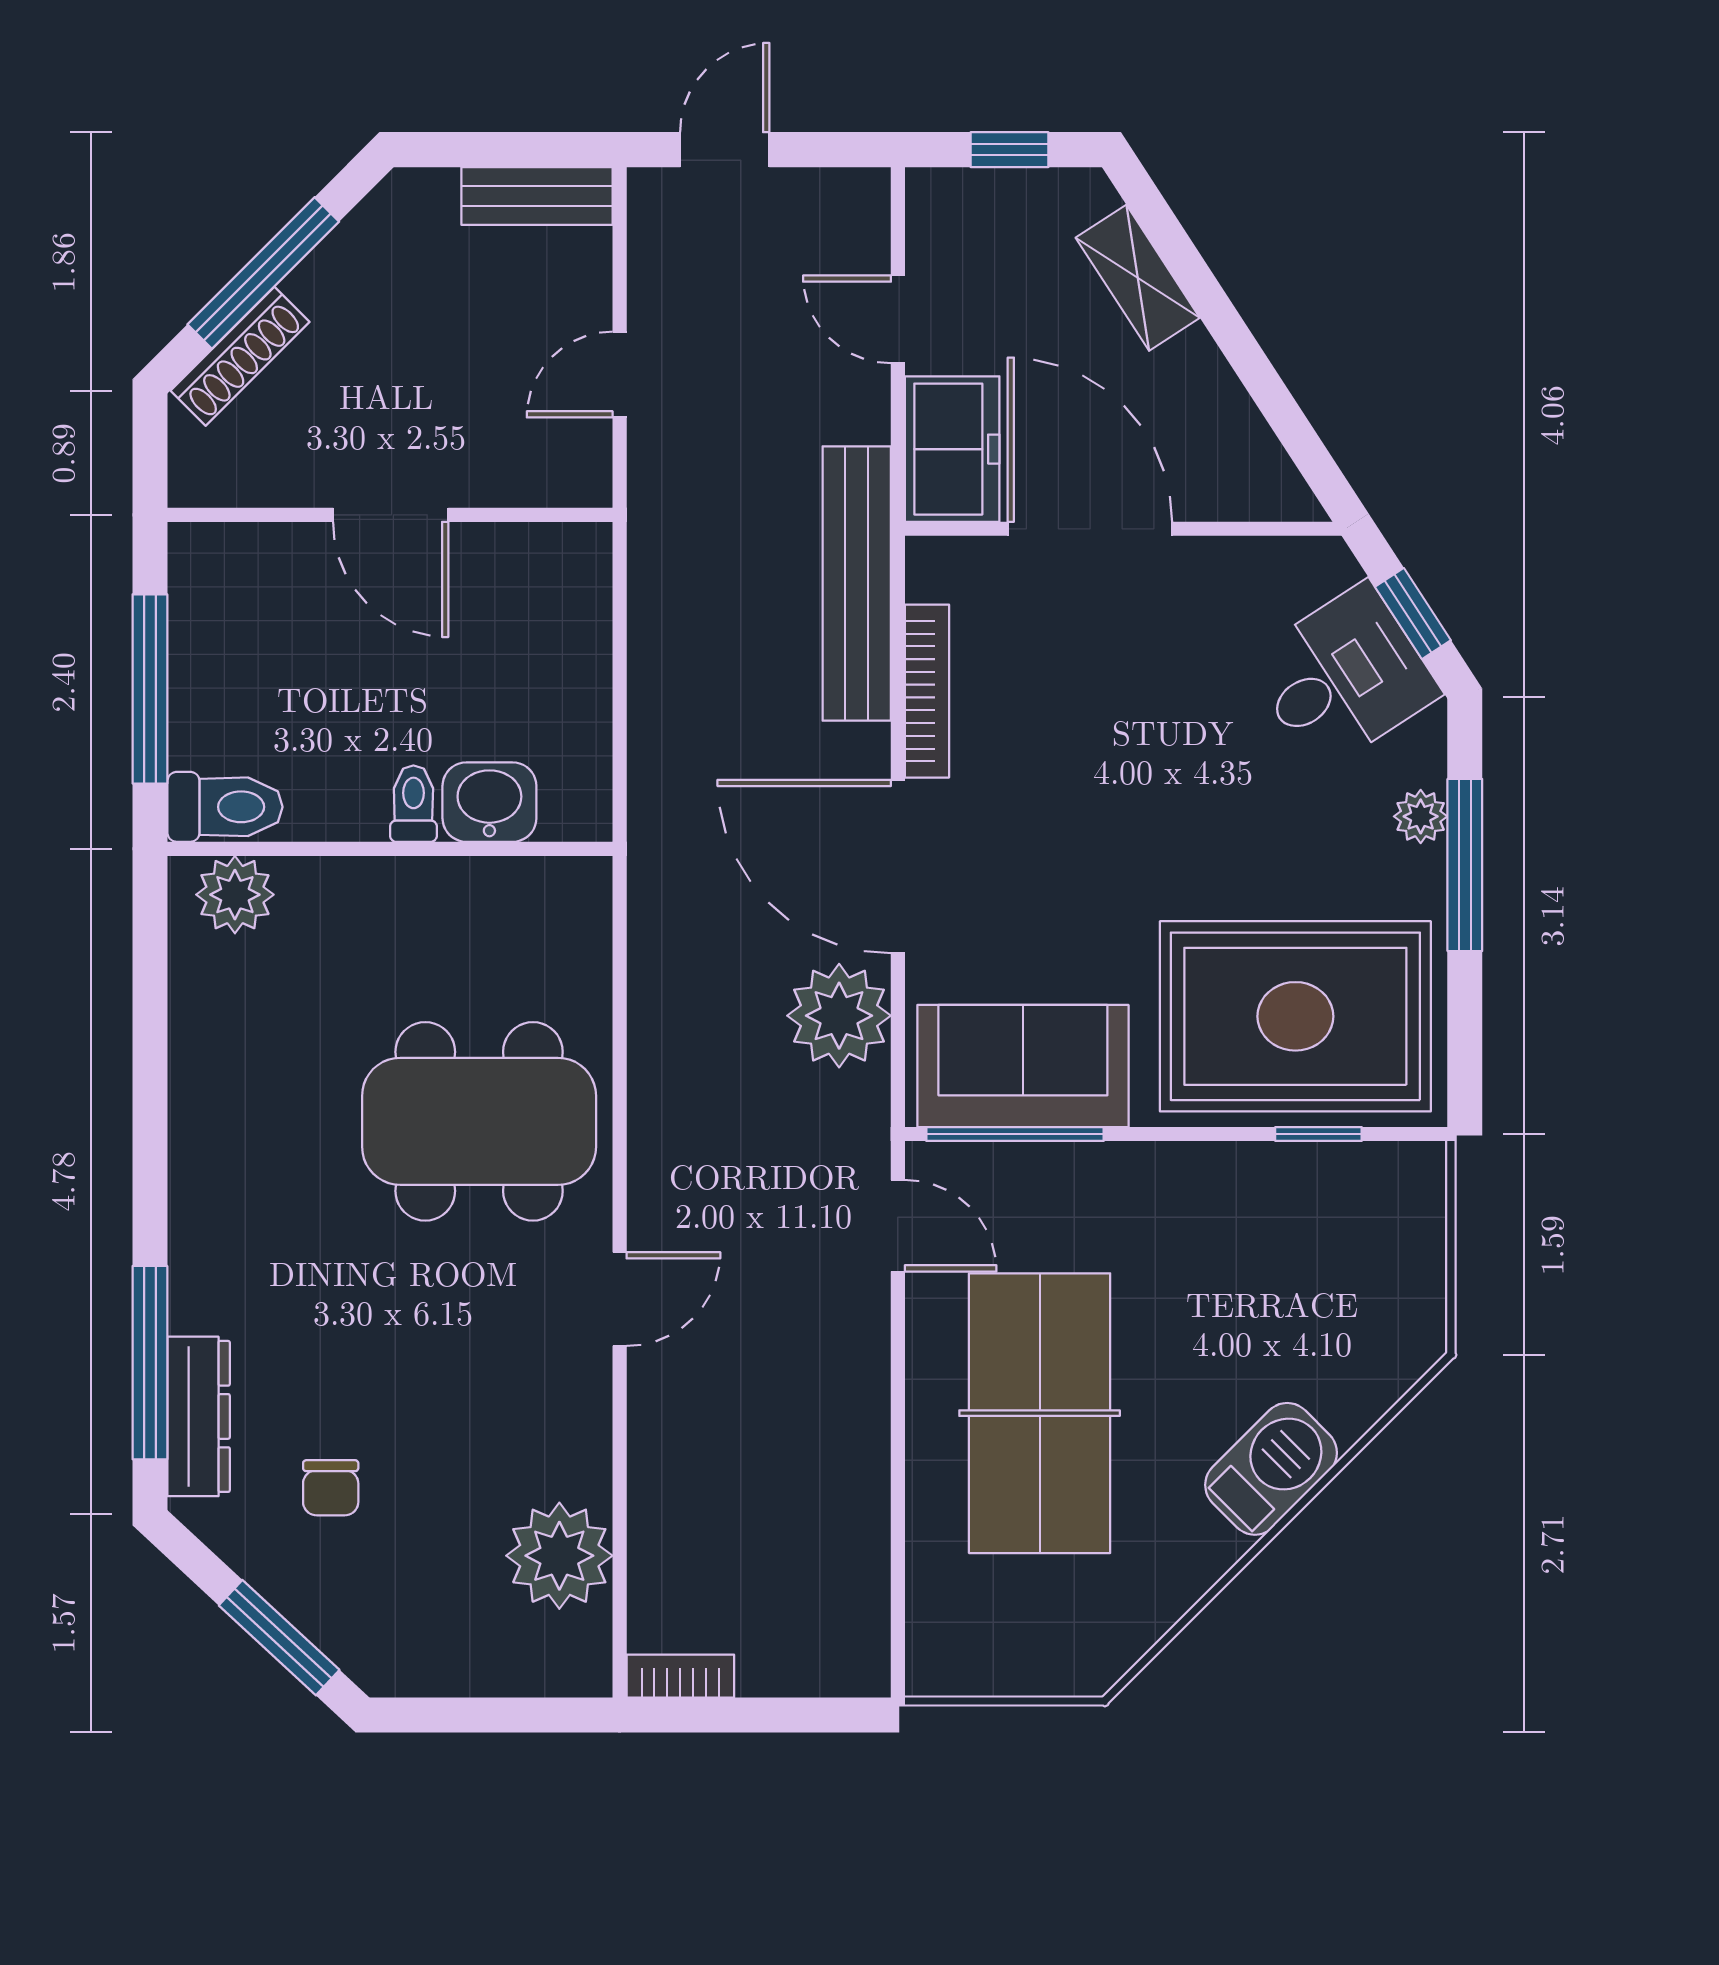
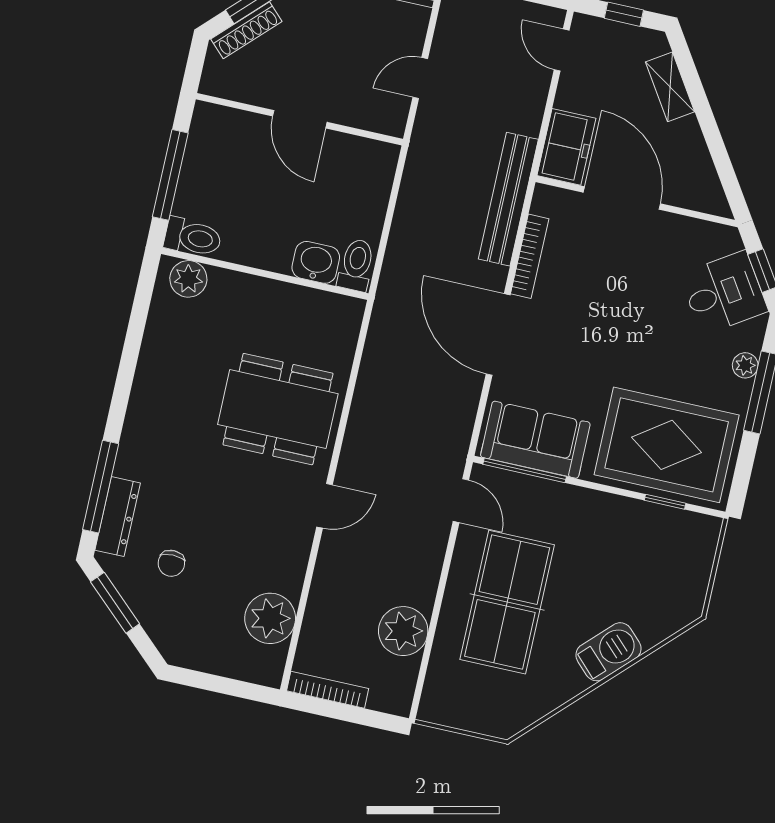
door: (898, 319) -> (562, 50), moved
toilet: (413, 804) -> (356, 265), moved, width x1.37, depth x1.39
plant: (839, 1016) -> (403, 631), moved
window: (279, 1638) -> (115, 603), moved
bookcase: (680, 1676) -> (328, 690), width x1.56

